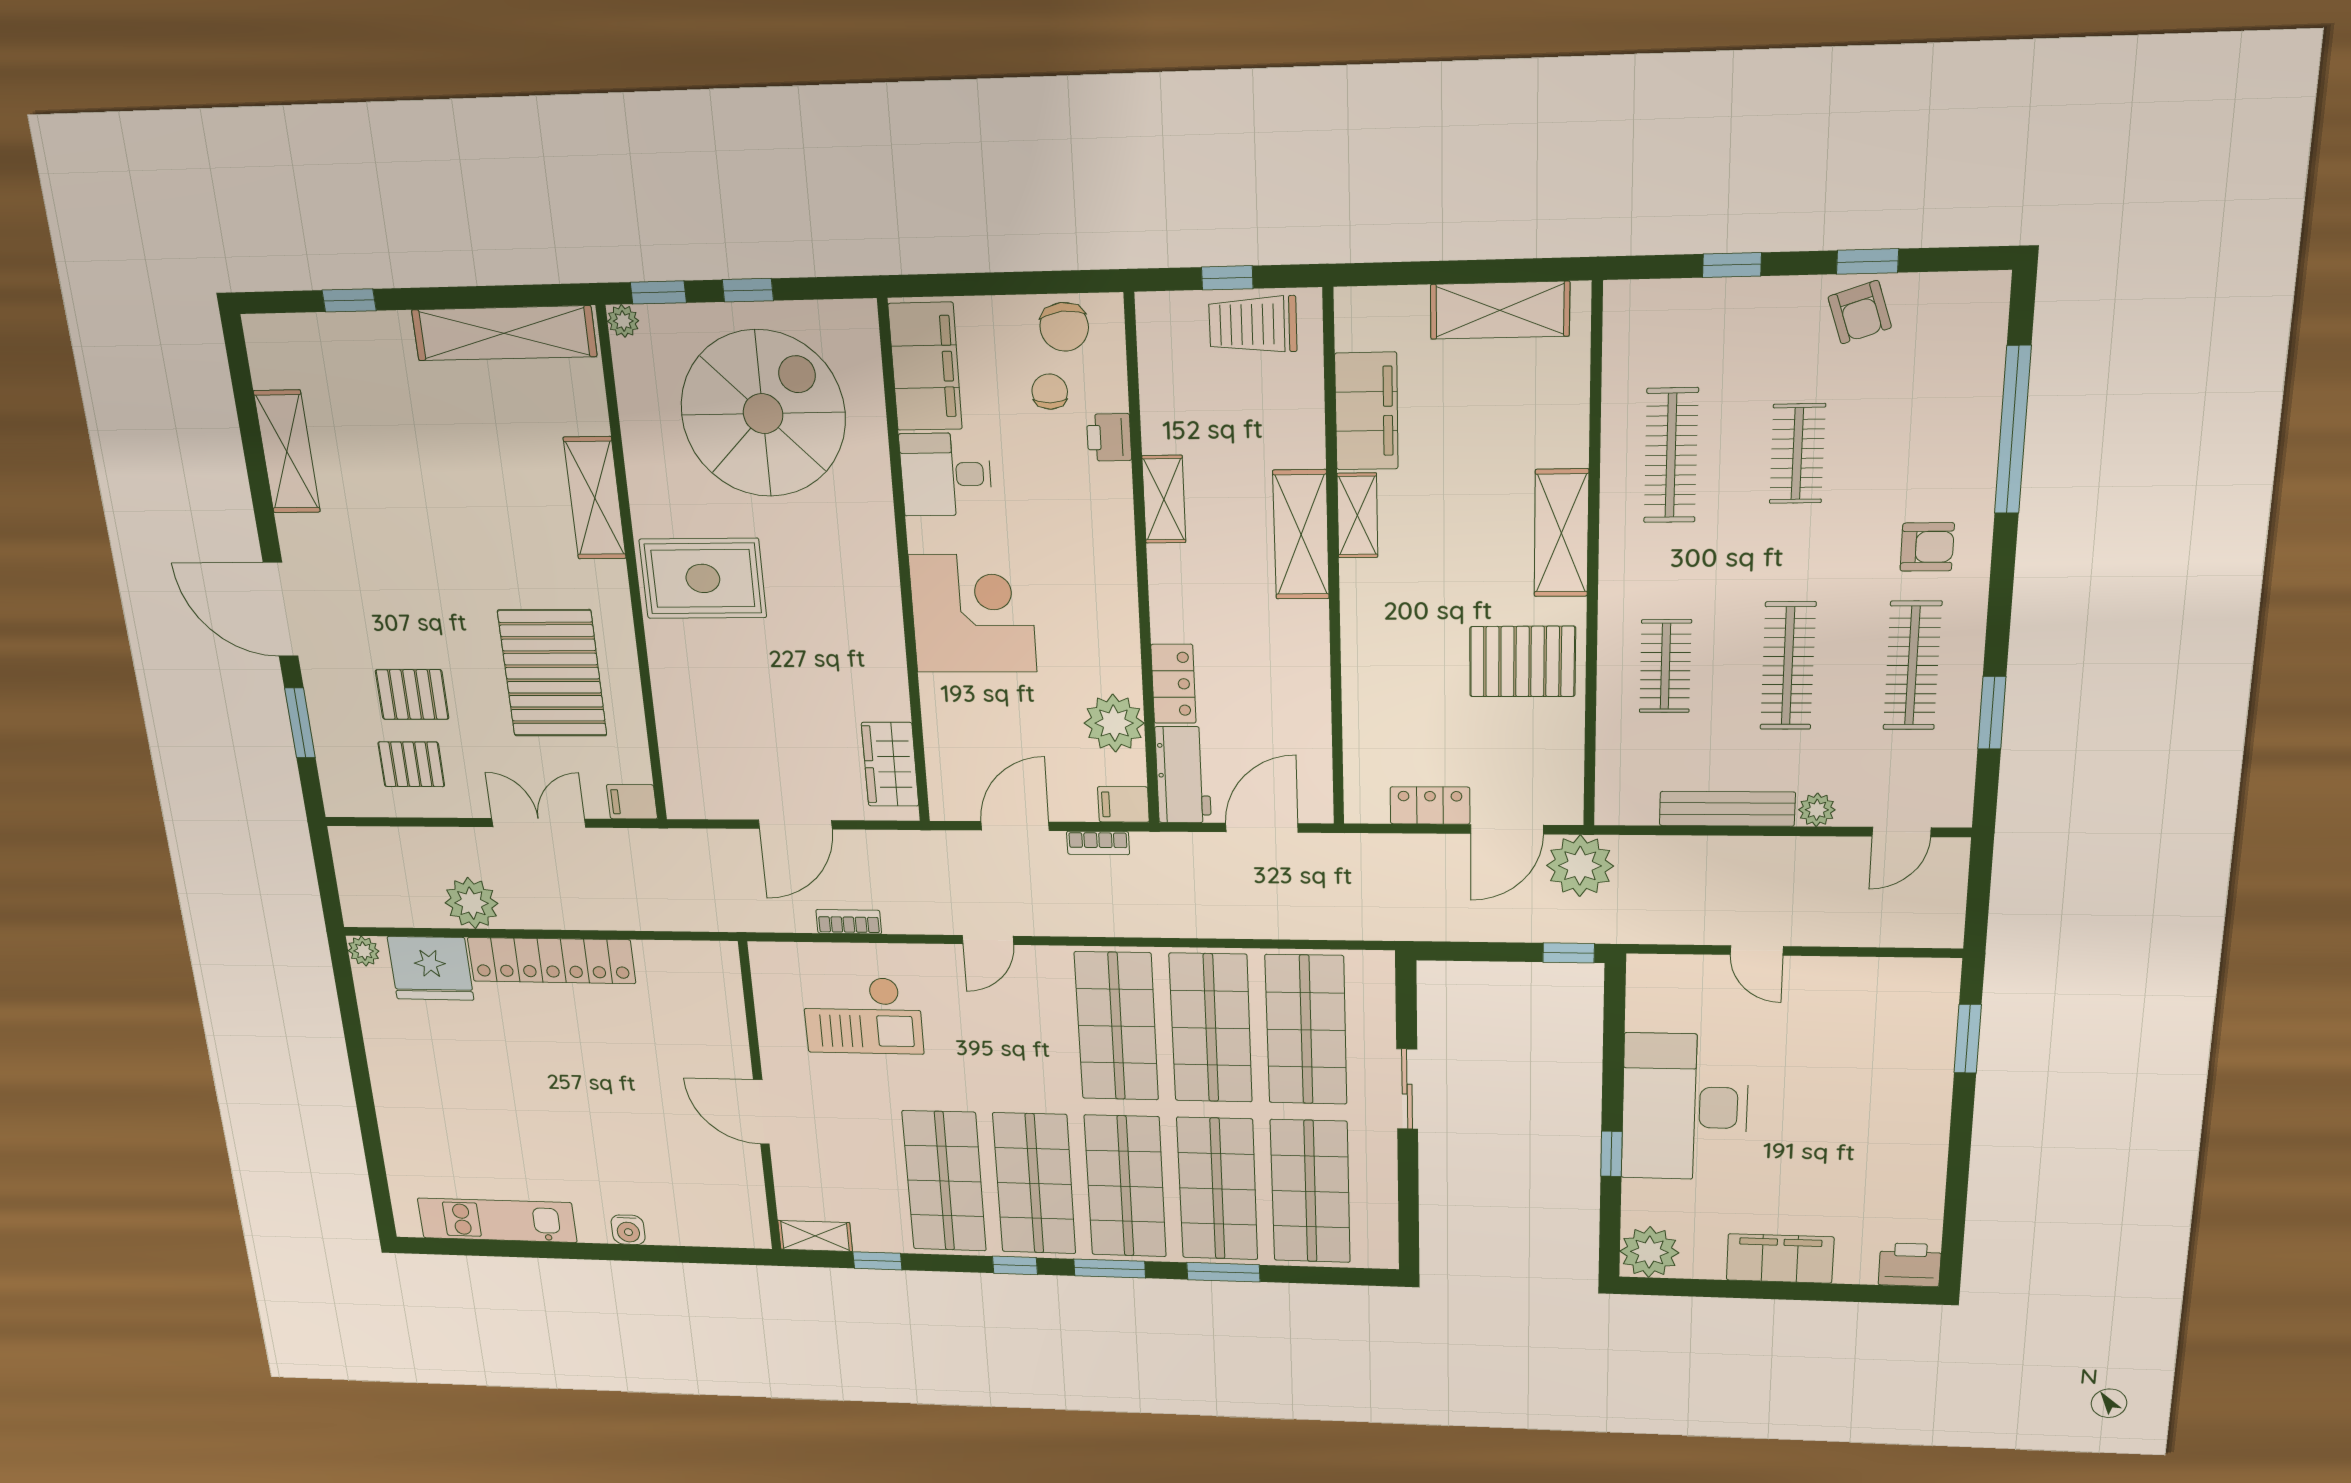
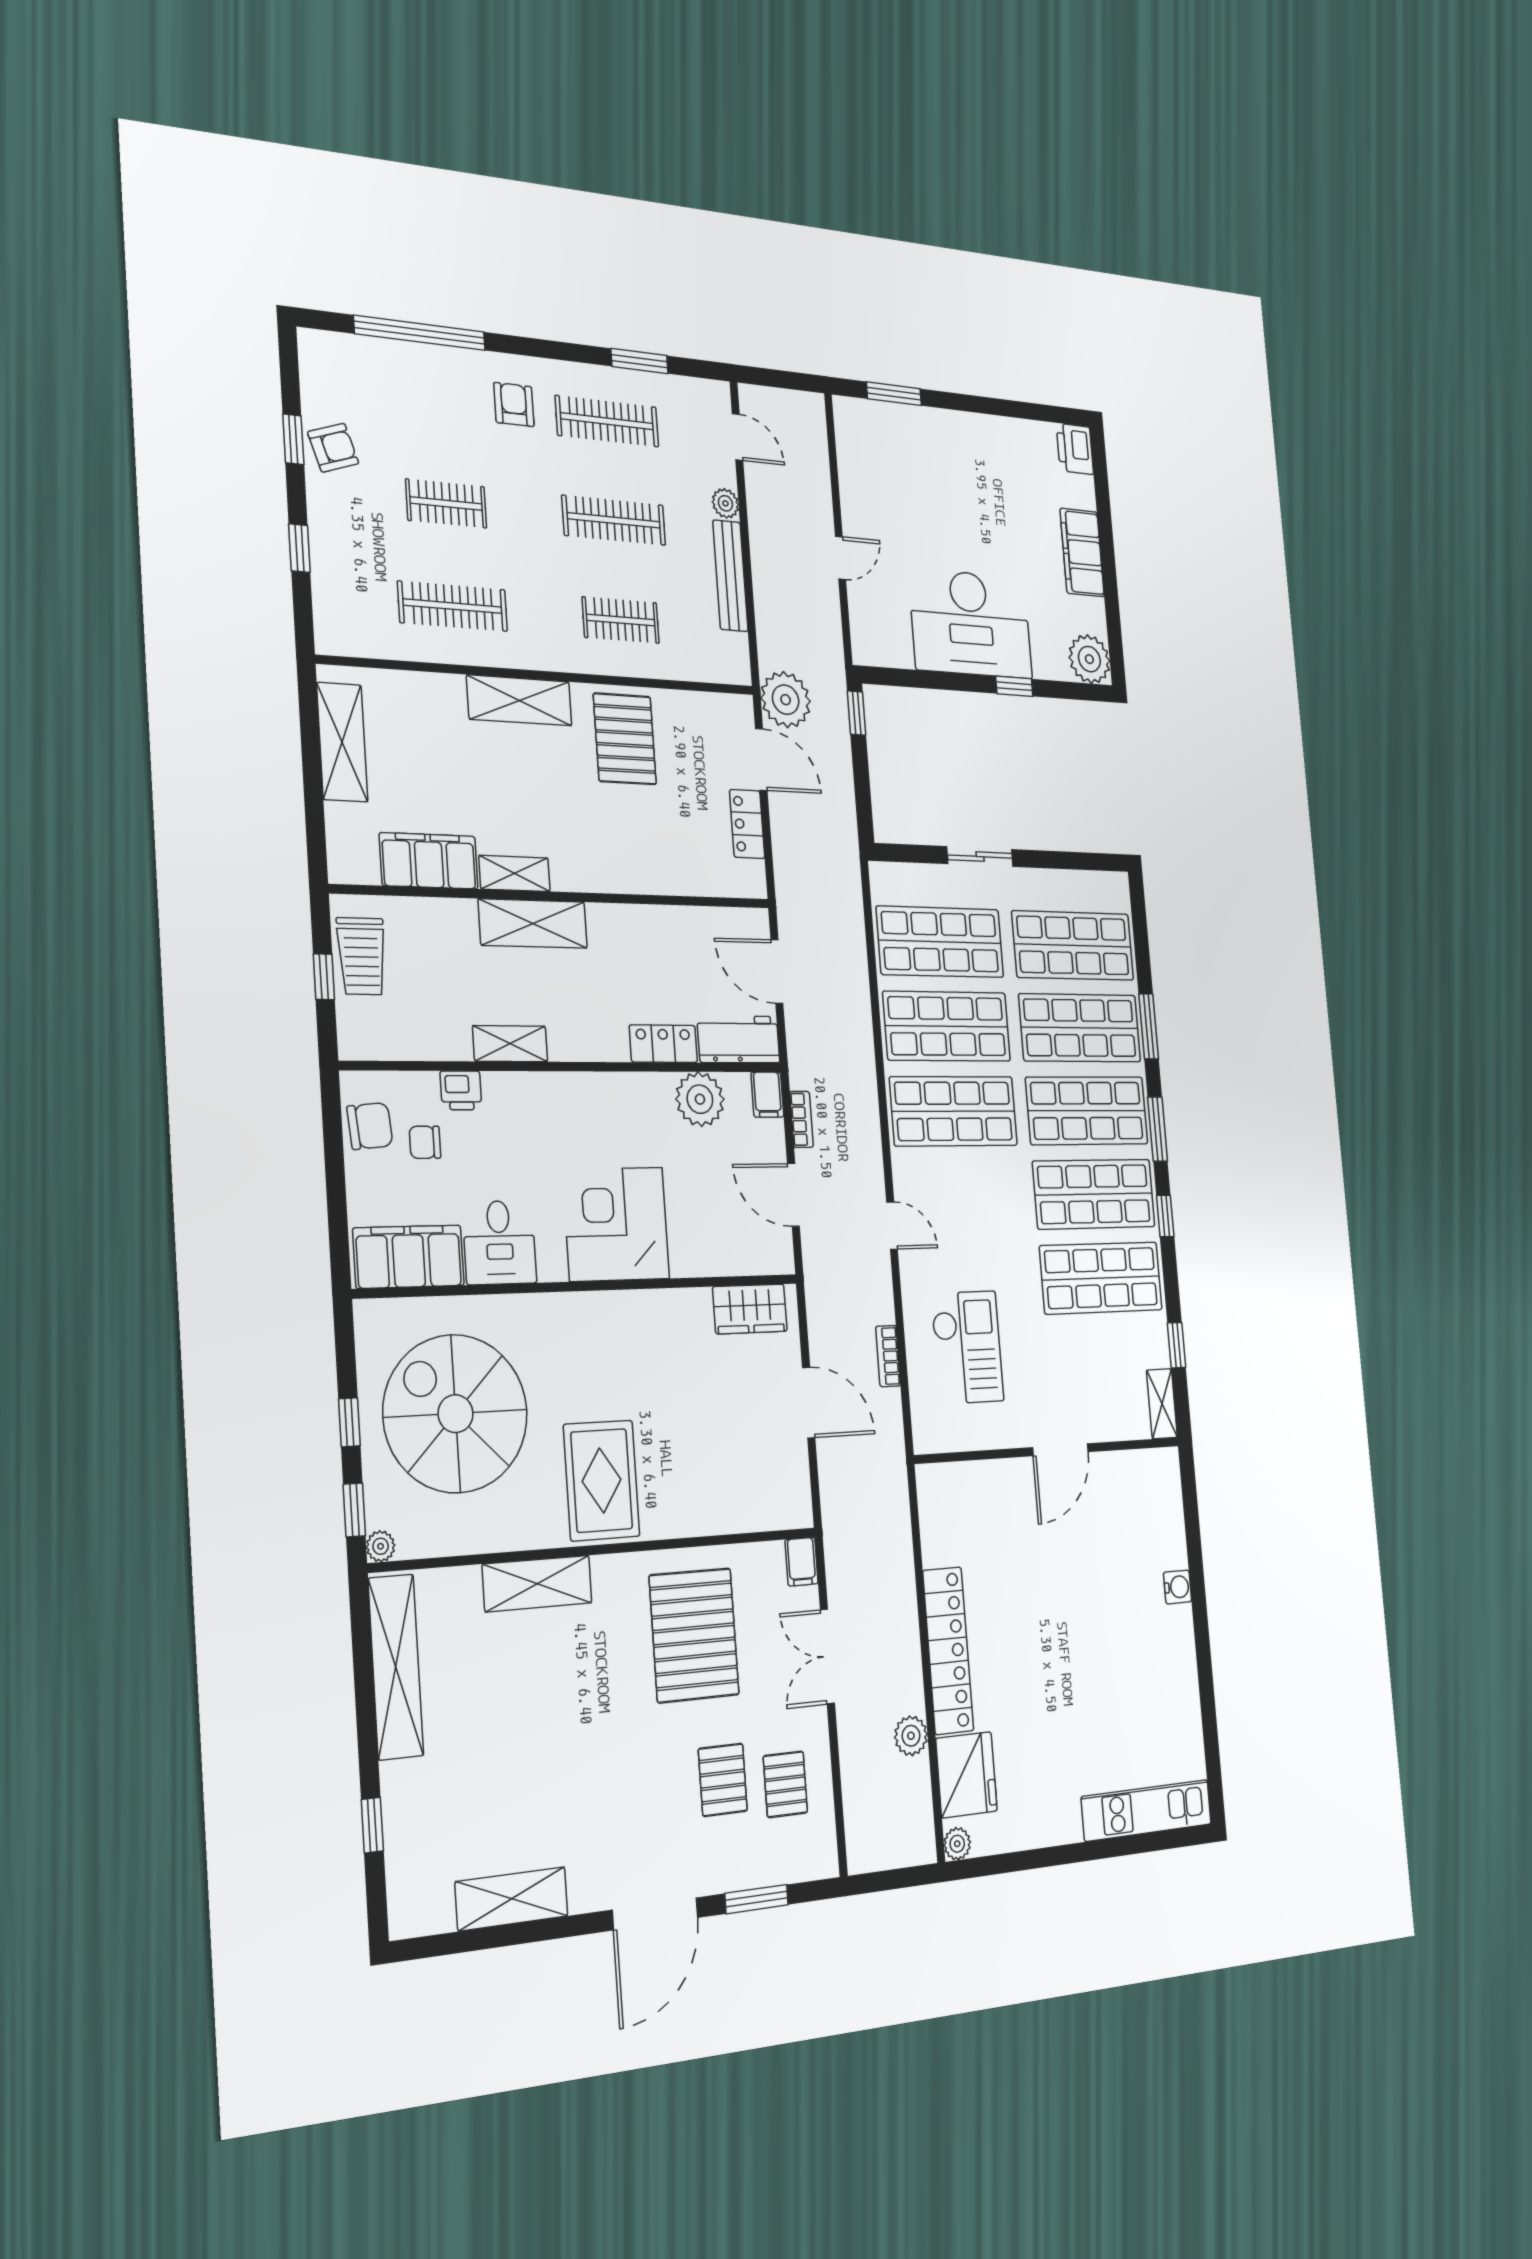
pallet: (552, 673) -> (694, 1635), turned 90
plant: (471, 903) -> (911, 1736), width x0.73, depth x0.73
kitchen unit: (497, 1220) -> (1147, 1810), moved, turned 90

